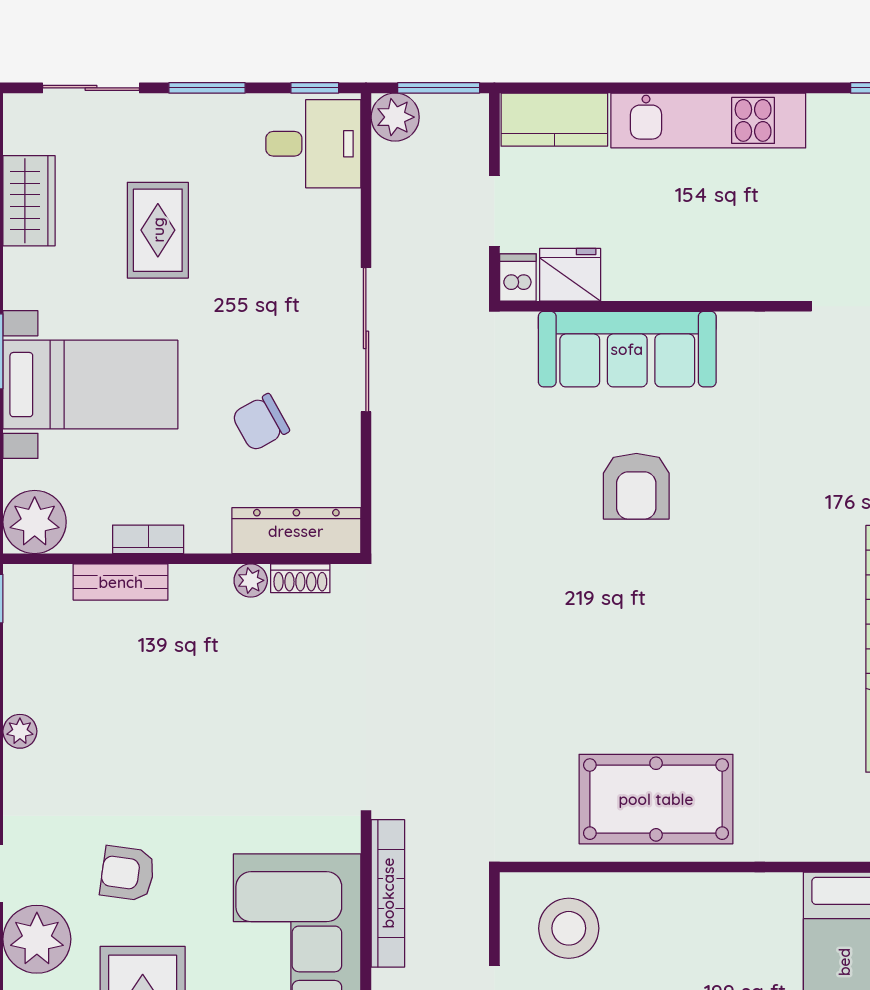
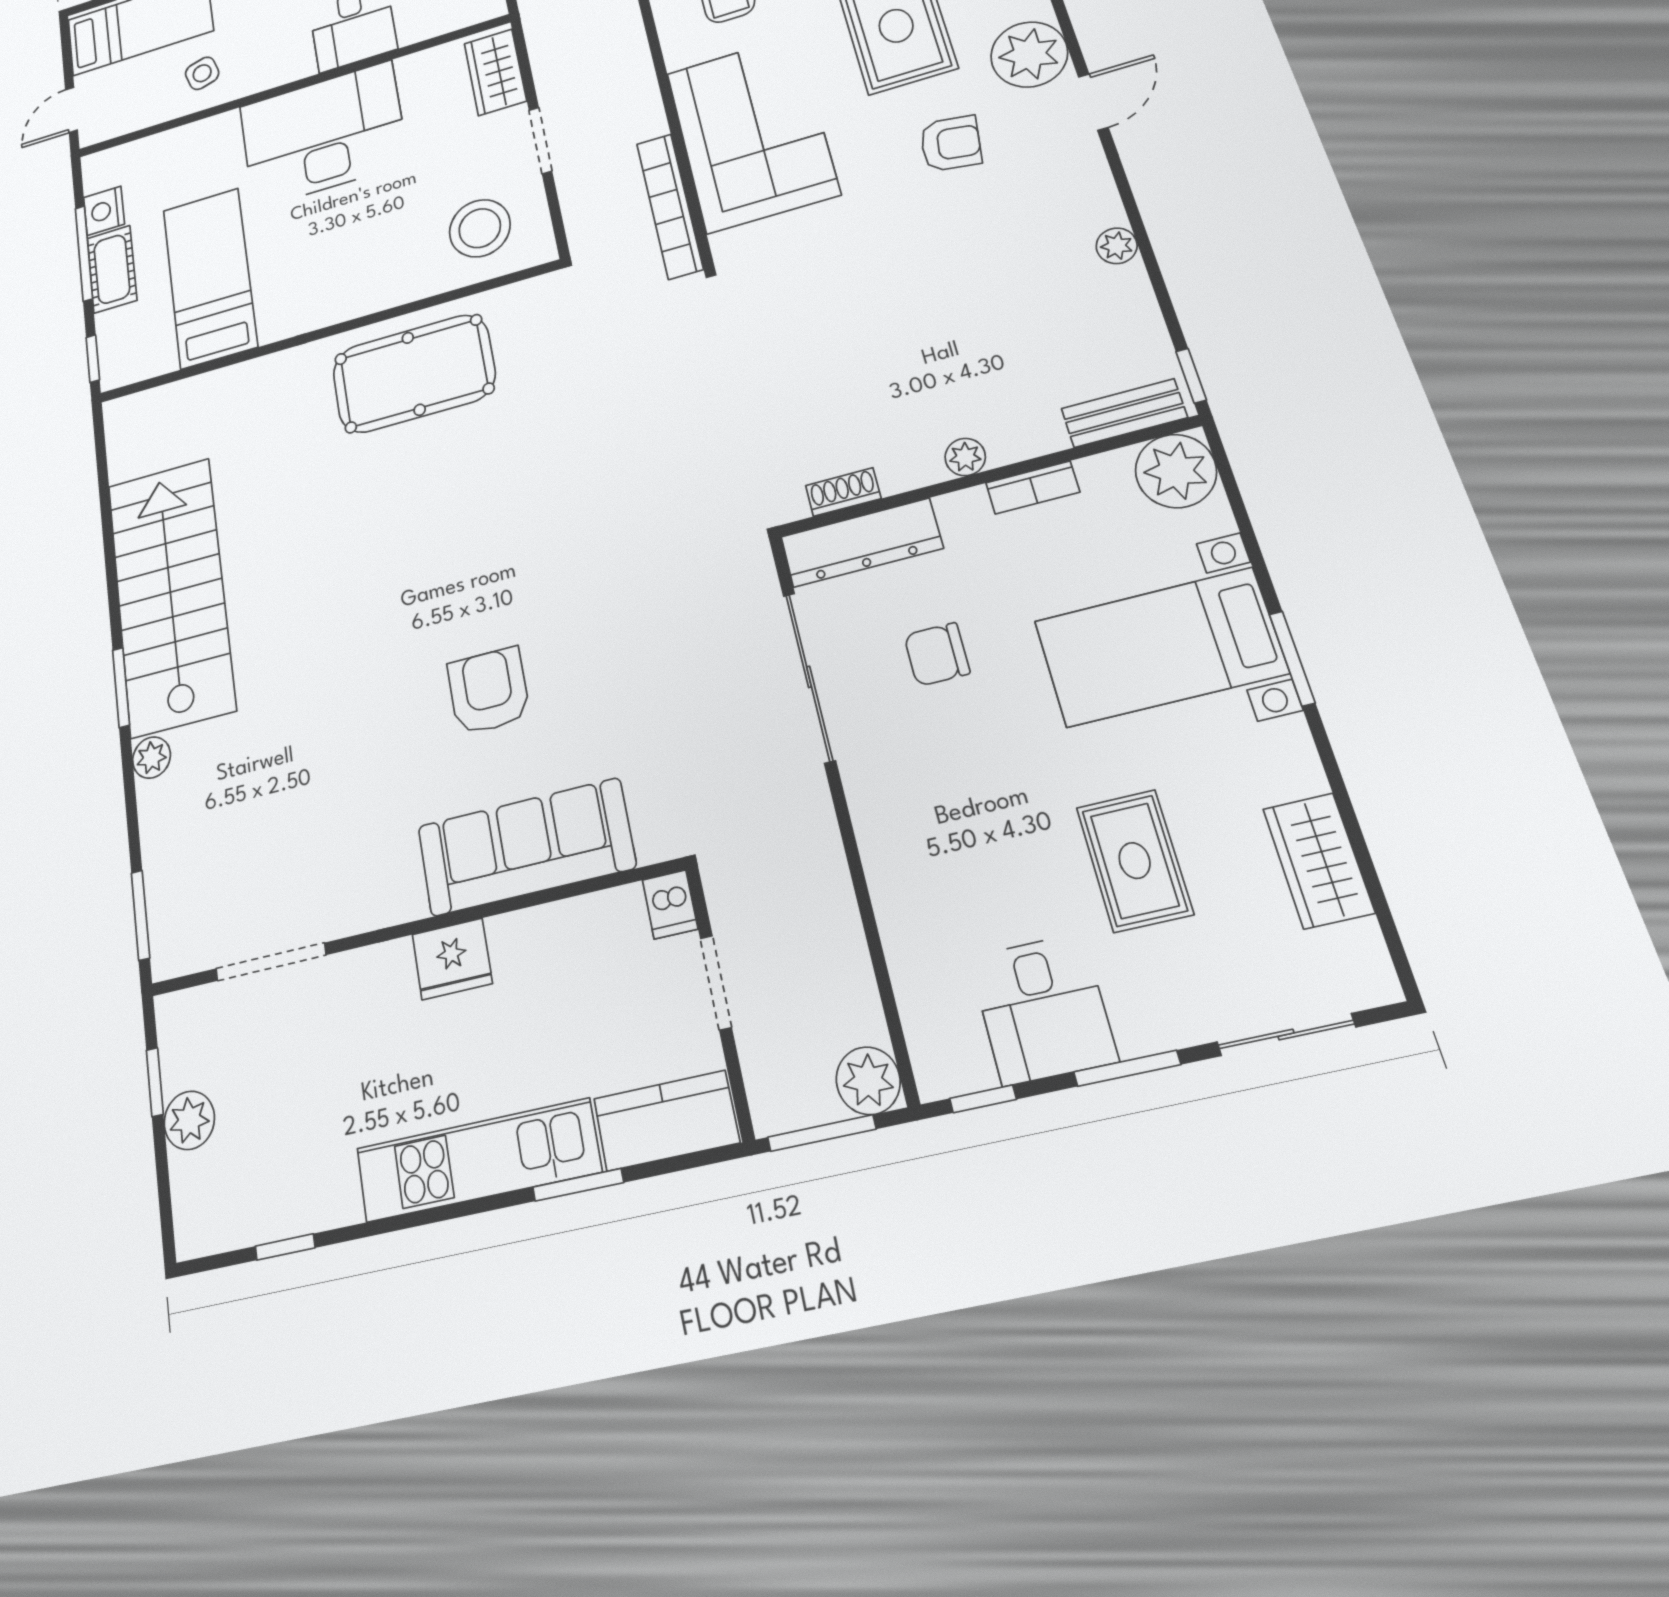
window: (632, 88) -> (578, 1185), added
desk: (313, 144) -> (1043, 1009), moved, turned -90
fridge: (570, 275) -> (452, 959), moved
sliding door: (366, 340) -> (809, 677), moved
chair: (261, 422) -> (937, 654), turned -151
plant: (251, 580) -> (965, 457), moved
bench: (121, 582) -> (1124, 413), moved

